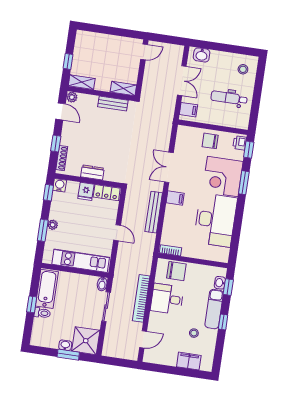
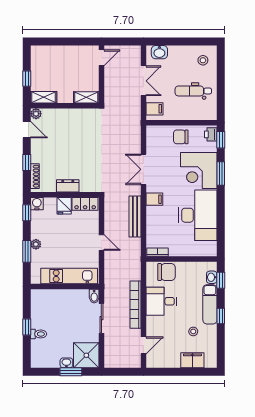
bench: (113, 103) -> (78, 114), removed
bathtub: (47, 289) -> (40, 309), removed

